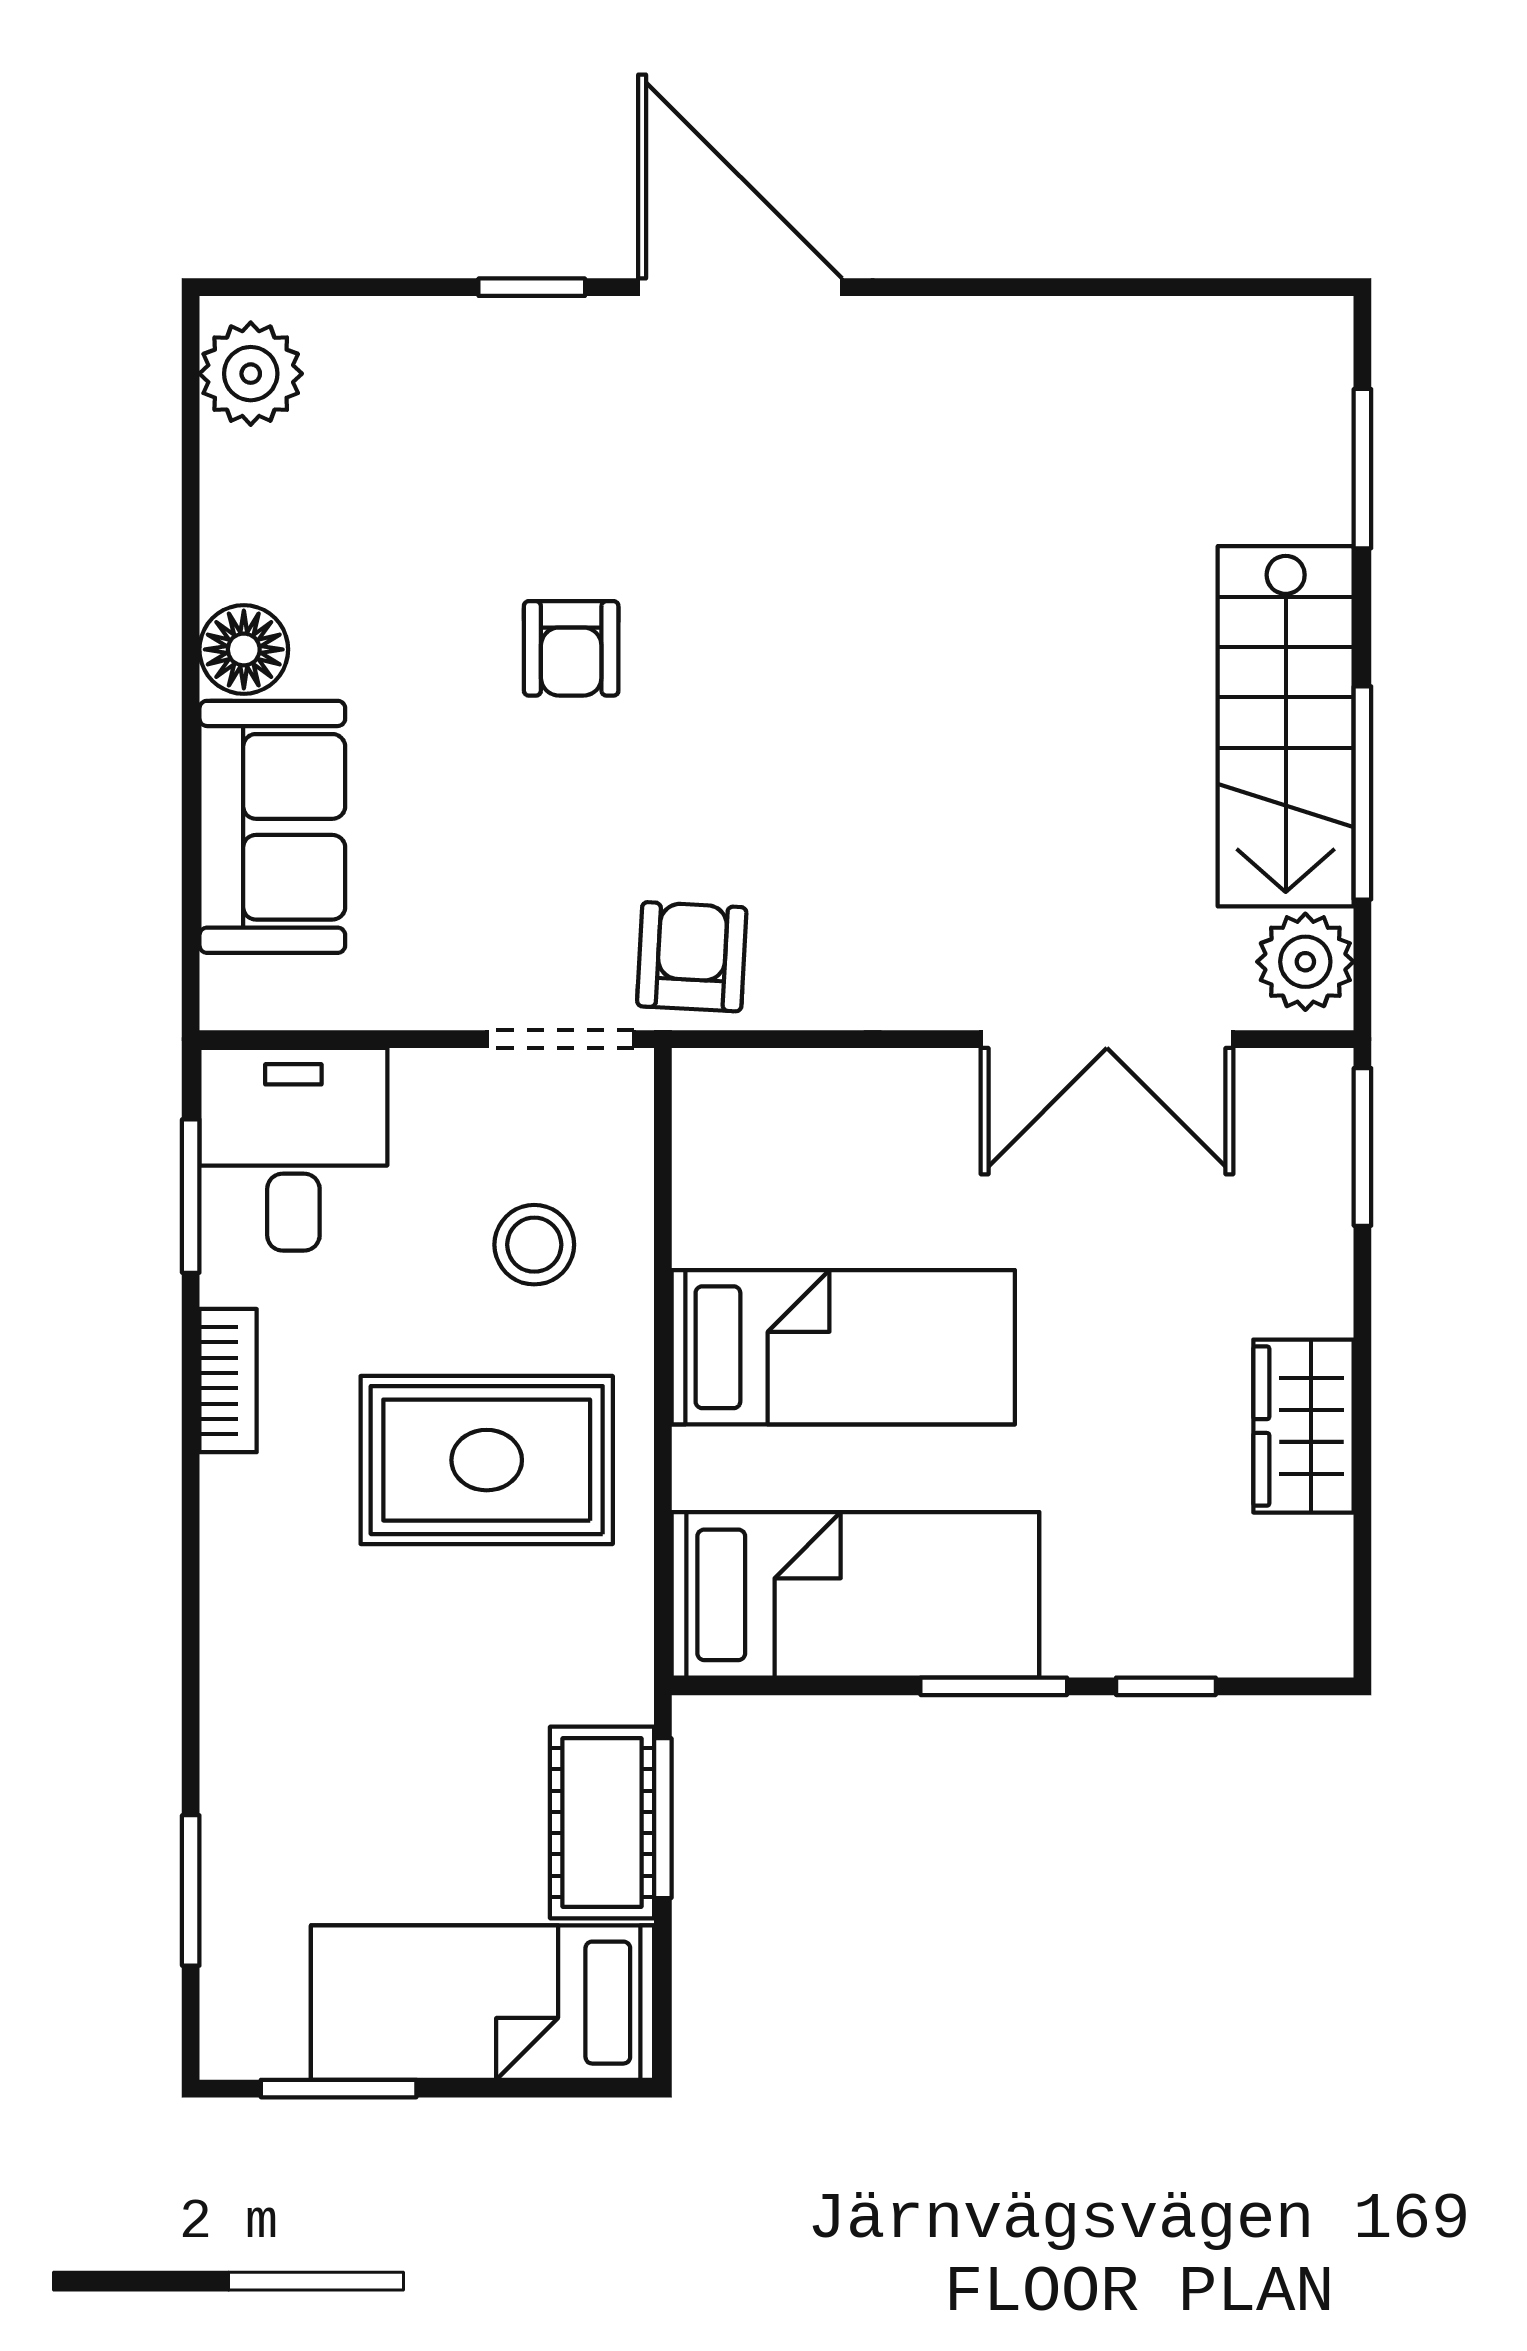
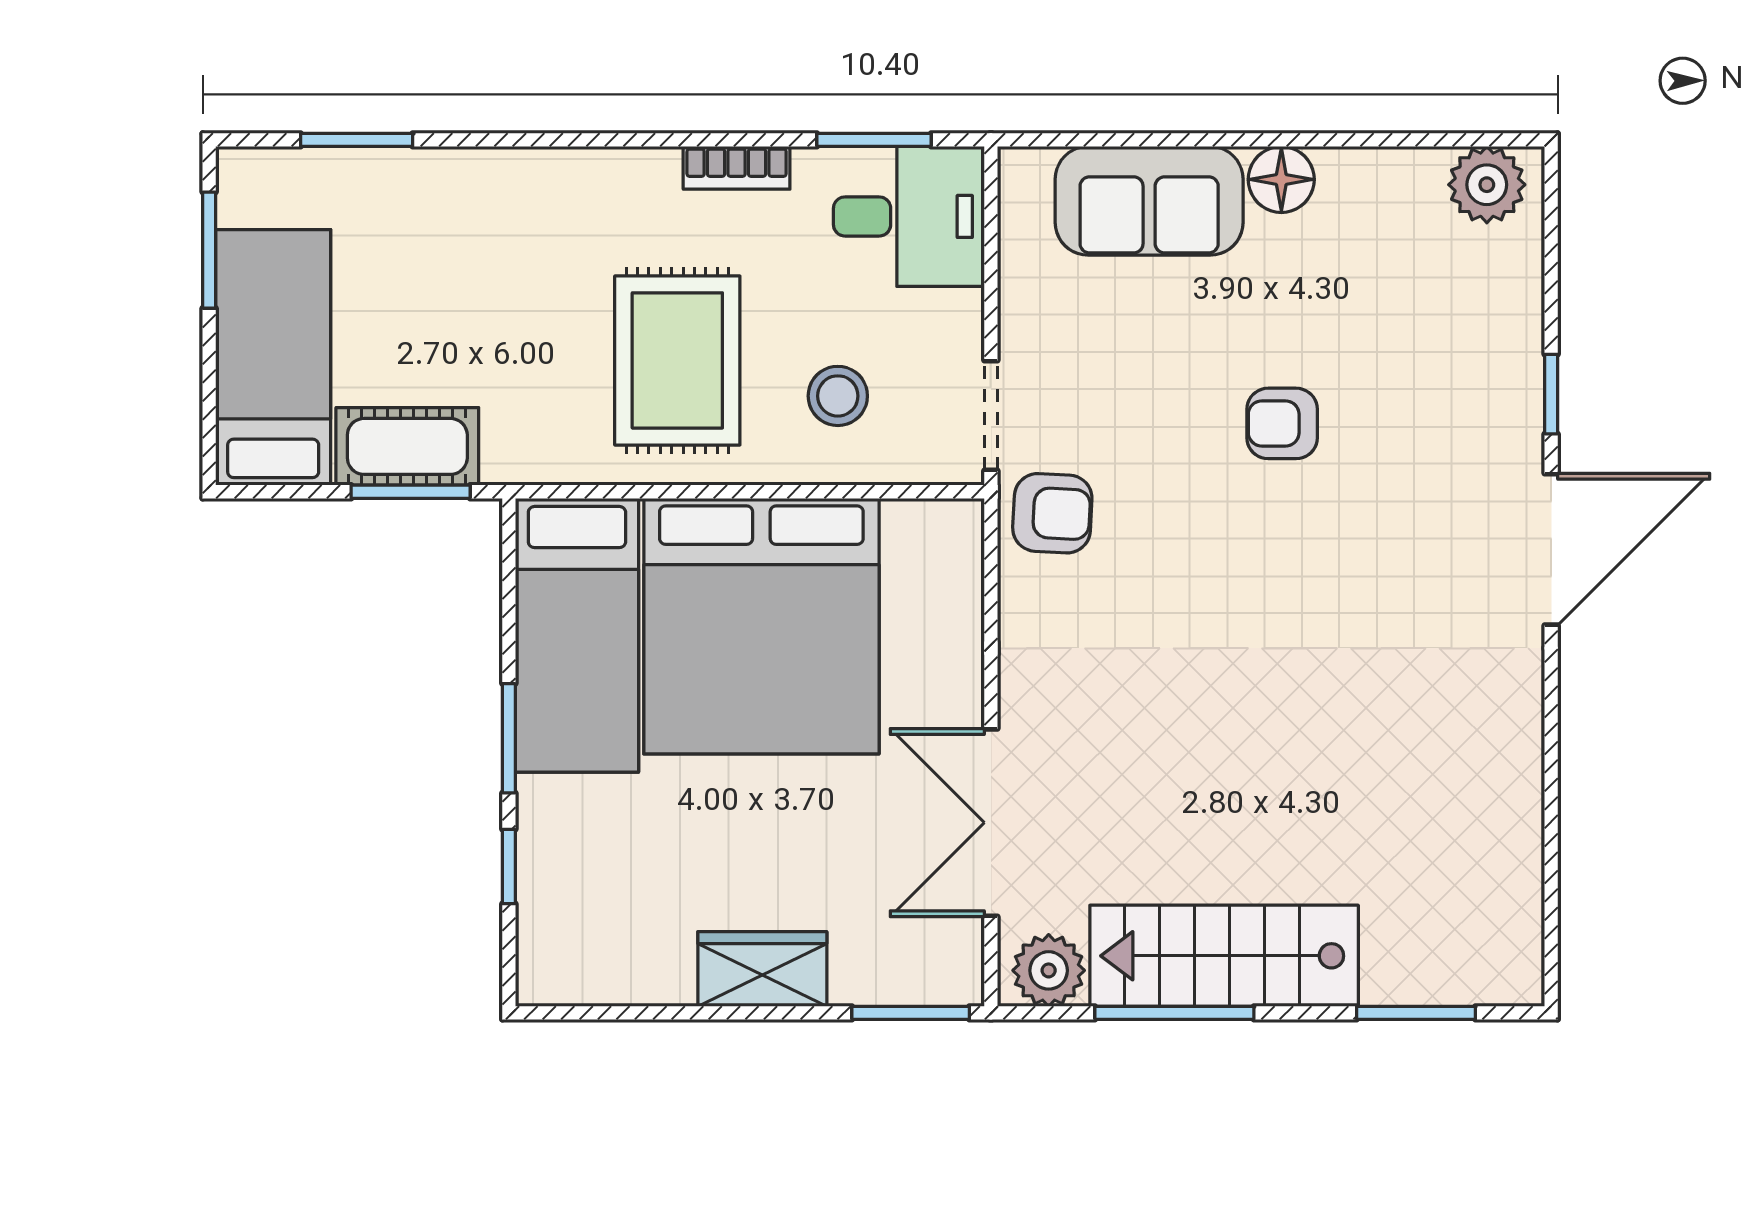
bed: (843, 1347) -> (761, 626), width x2.04
wardrobe: (1303, 1426) -> (762, 969), moved

